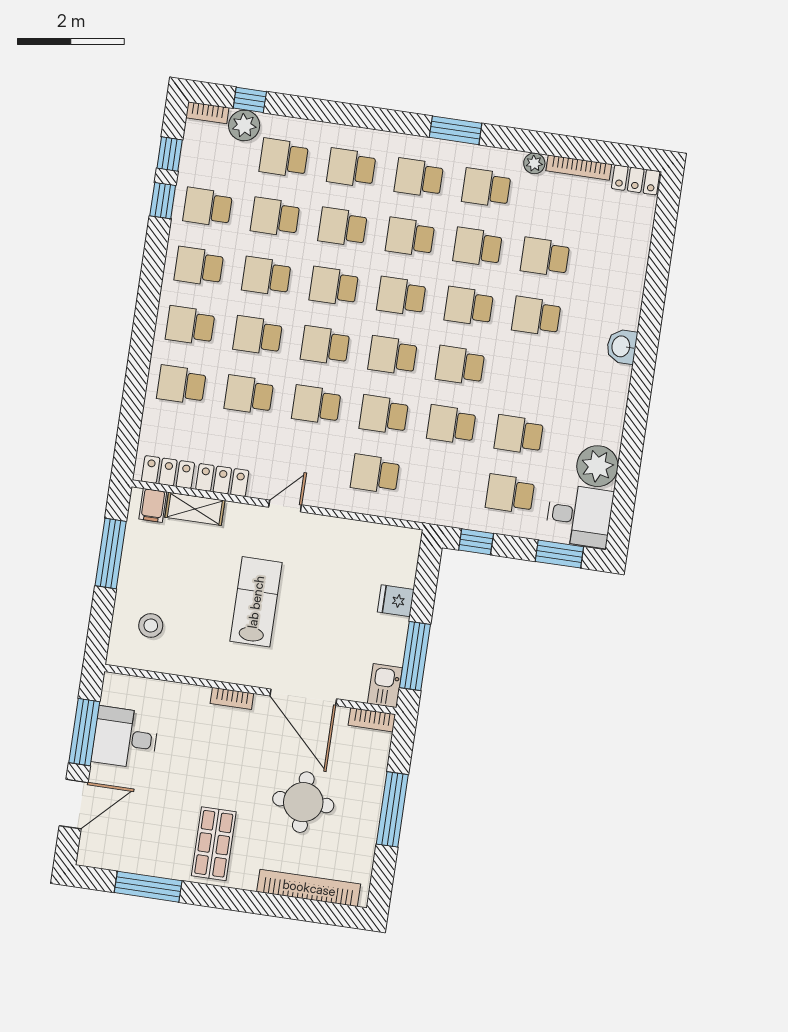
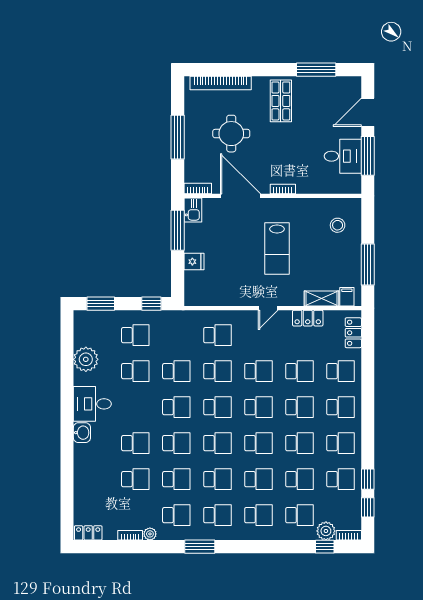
bookcase: (579, 168) -> (130, 535), width x0.64
locker: (168, 472) -> (353, 333), moved, turned 90
desk: (579, 516) -> (92, 404), moved

